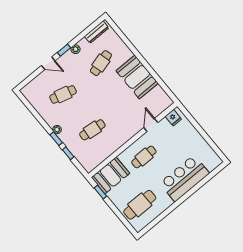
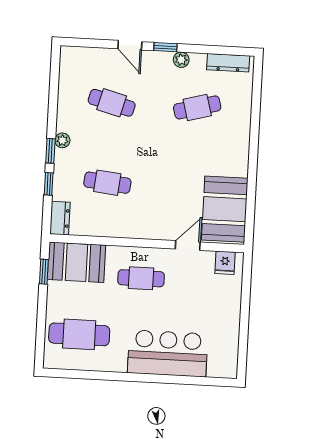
booth: (137, 77) -> (225, 209), moved
dresser: (86, 163) -> (60, 218), added

